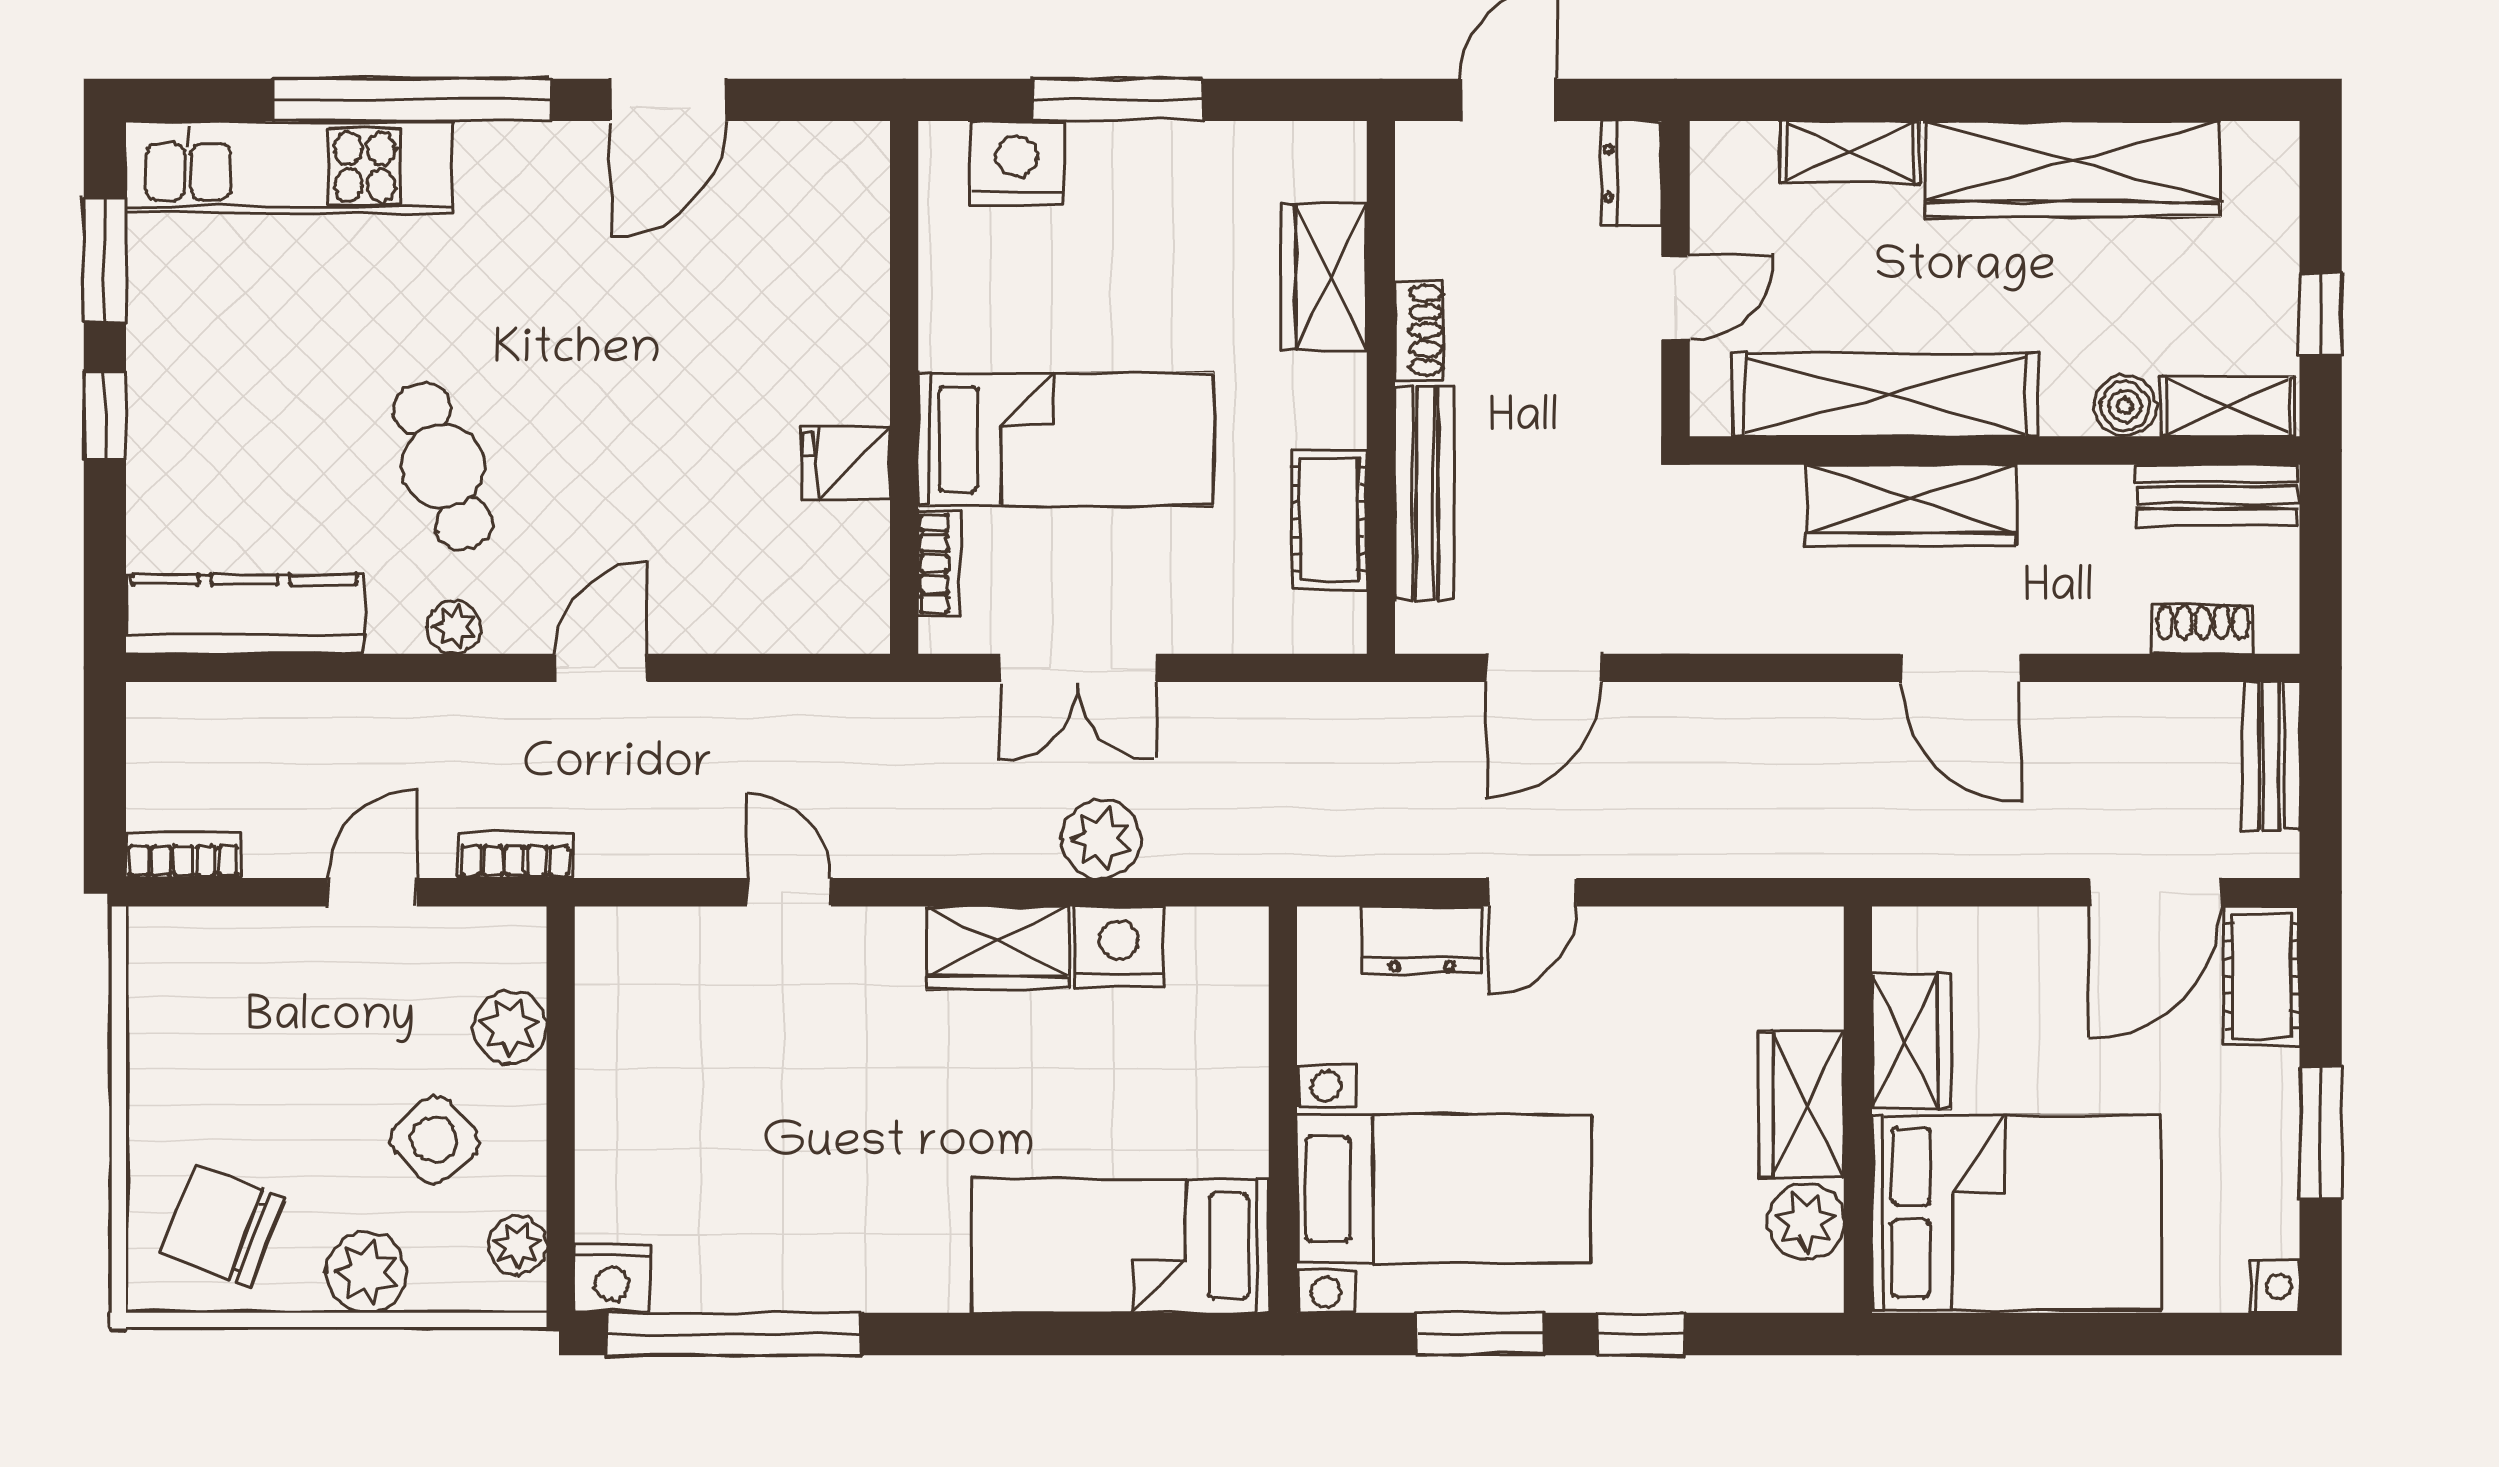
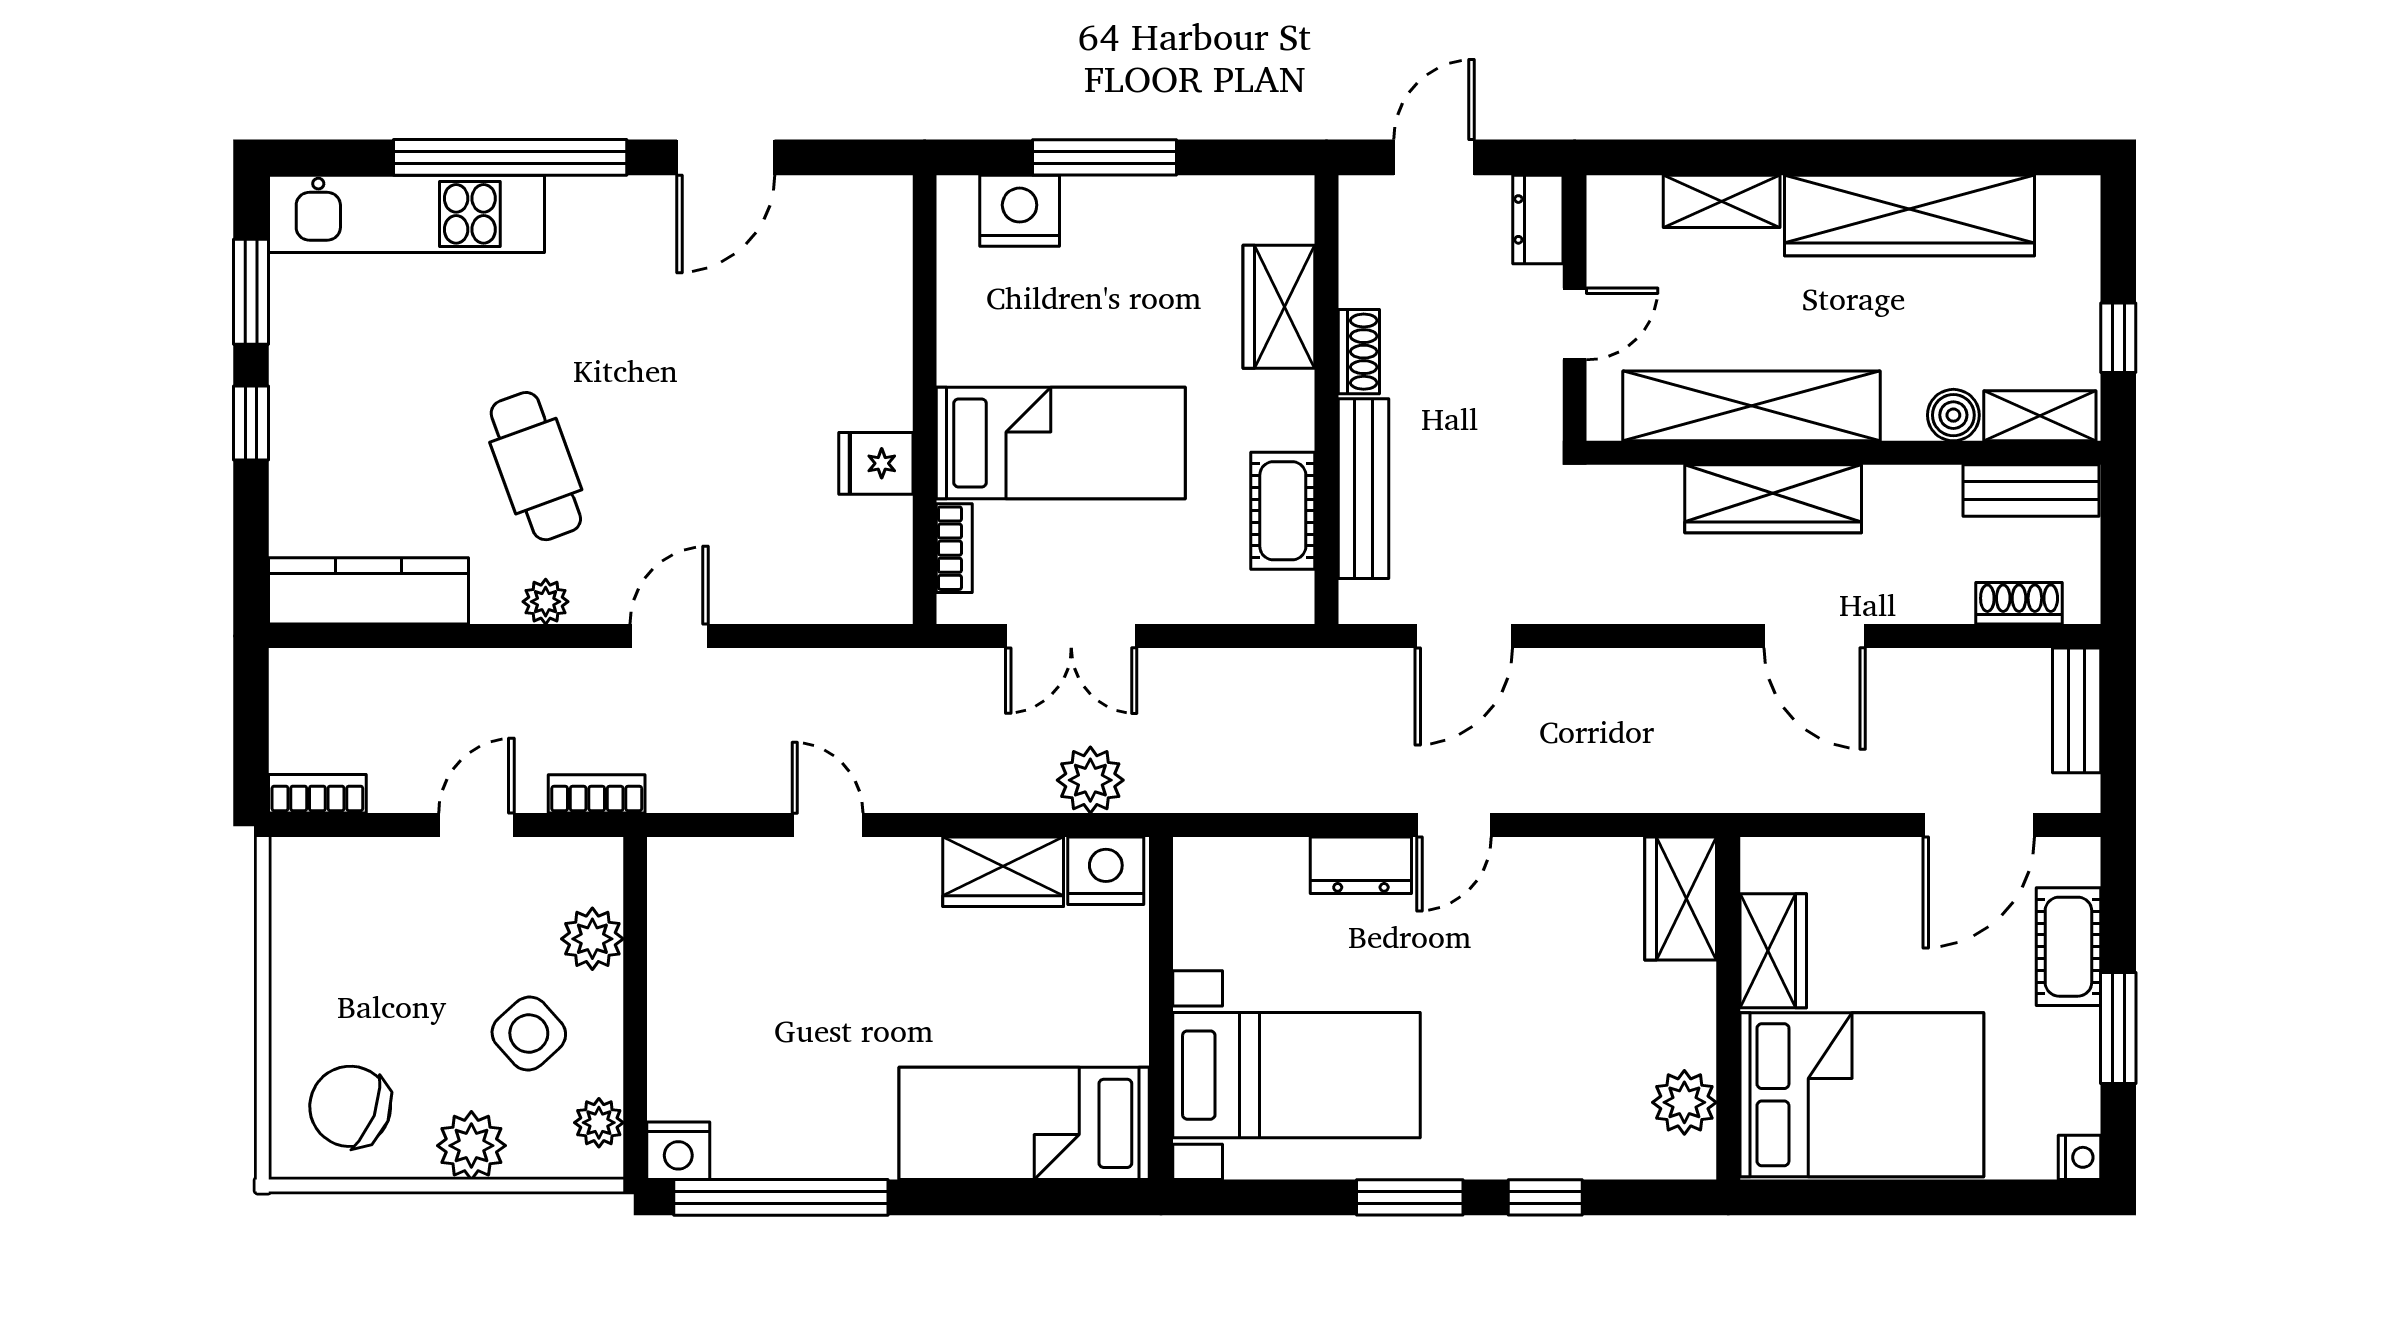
cot: (2261, 976) -> (2068, 947), moved
wardrobe: (1801, 1105) -> (1681, 899), moved
wall: (1283, 1110) -> (1161, 1008), moved
bed with nightstands: (1444, 1189) -> (1297, 1075), moved
bed: (1120, 1246) -> (1024, 1123), moved

